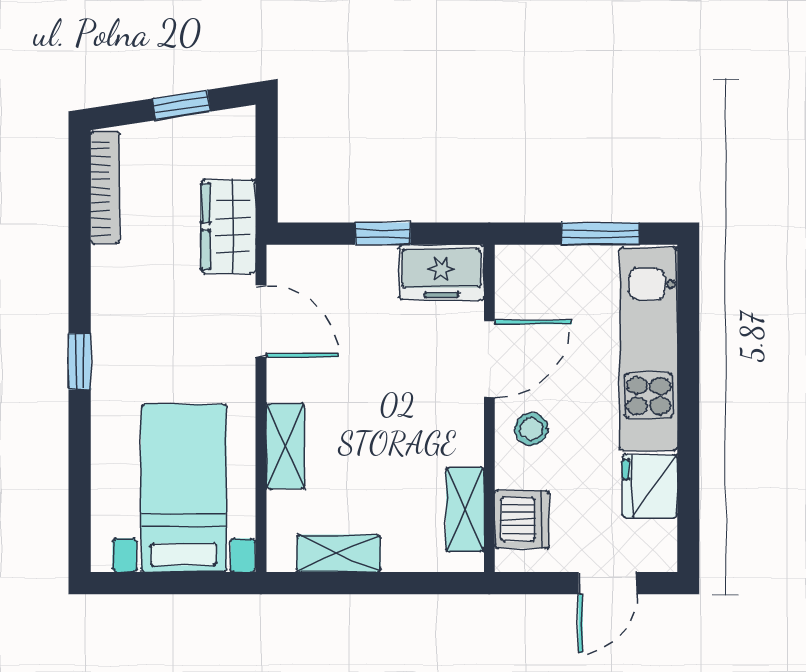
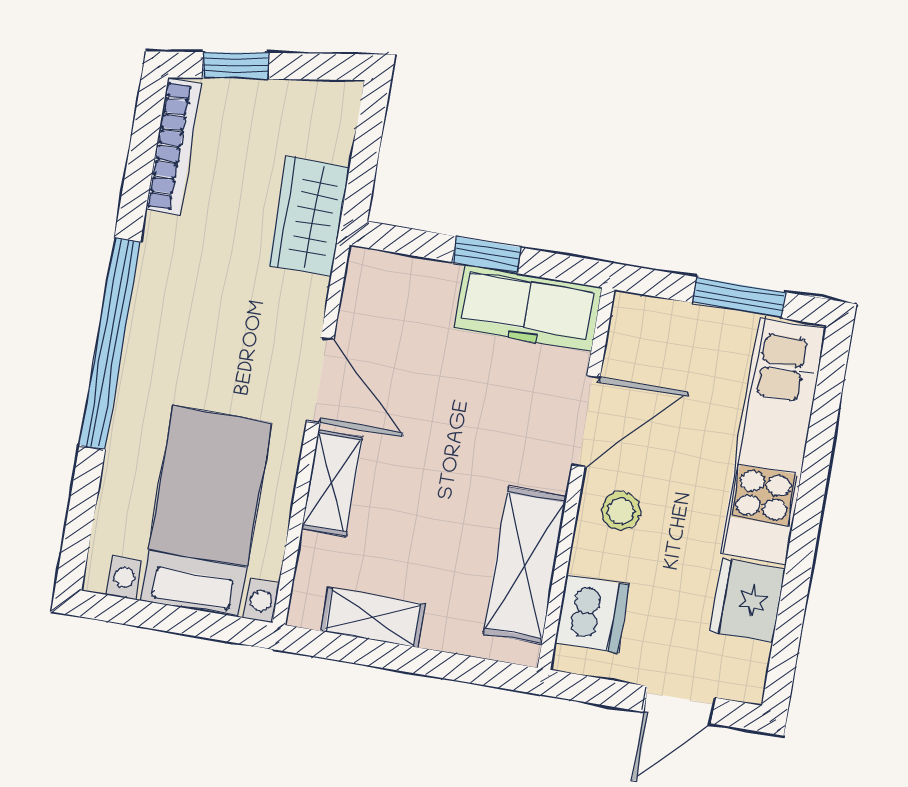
window: (182, 105) -> (236, 65), moved
freezer: (442, 272) -> (528, 308), width x1.40
door: (261, 321) -> (320, 380), moved
window: (80, 361) -> (110, 343), width x3.17
shelving: (465, 509) -> (525, 565), width x1.50, depth x1.33

